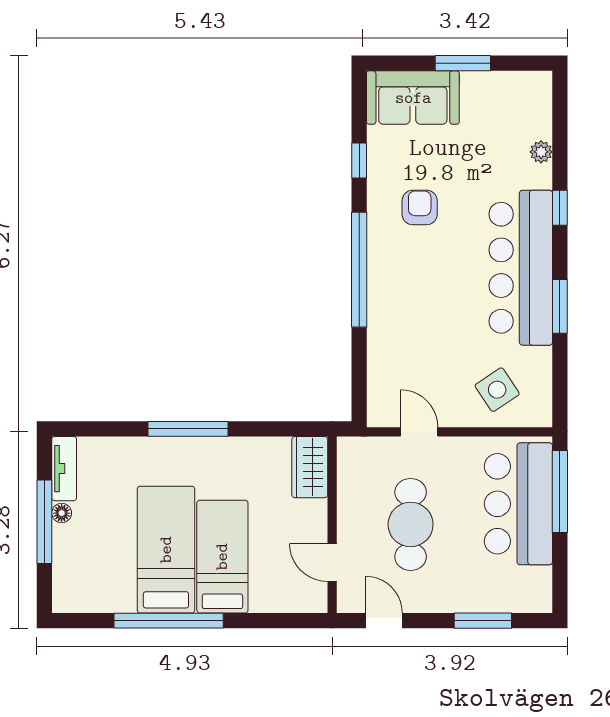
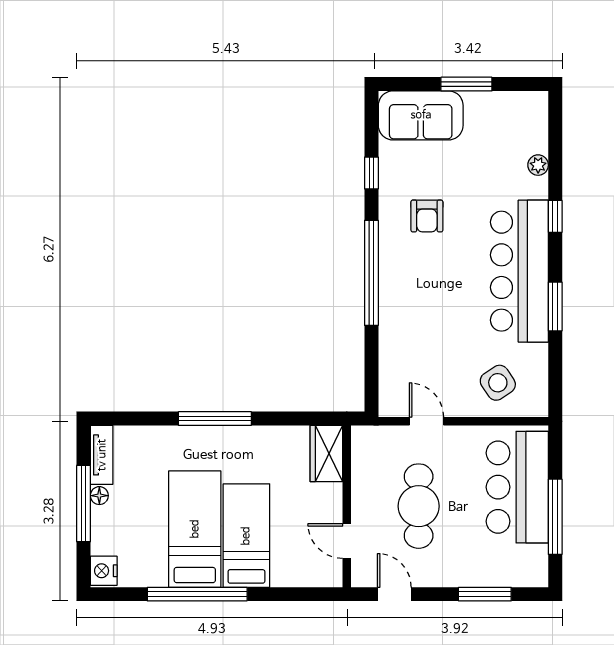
armchair: (420, 207) -> (427, 216), turned 180
window: (560, 491) -> (555, 517), moved
nightstand: (66, 595) -> (104, 571), added

